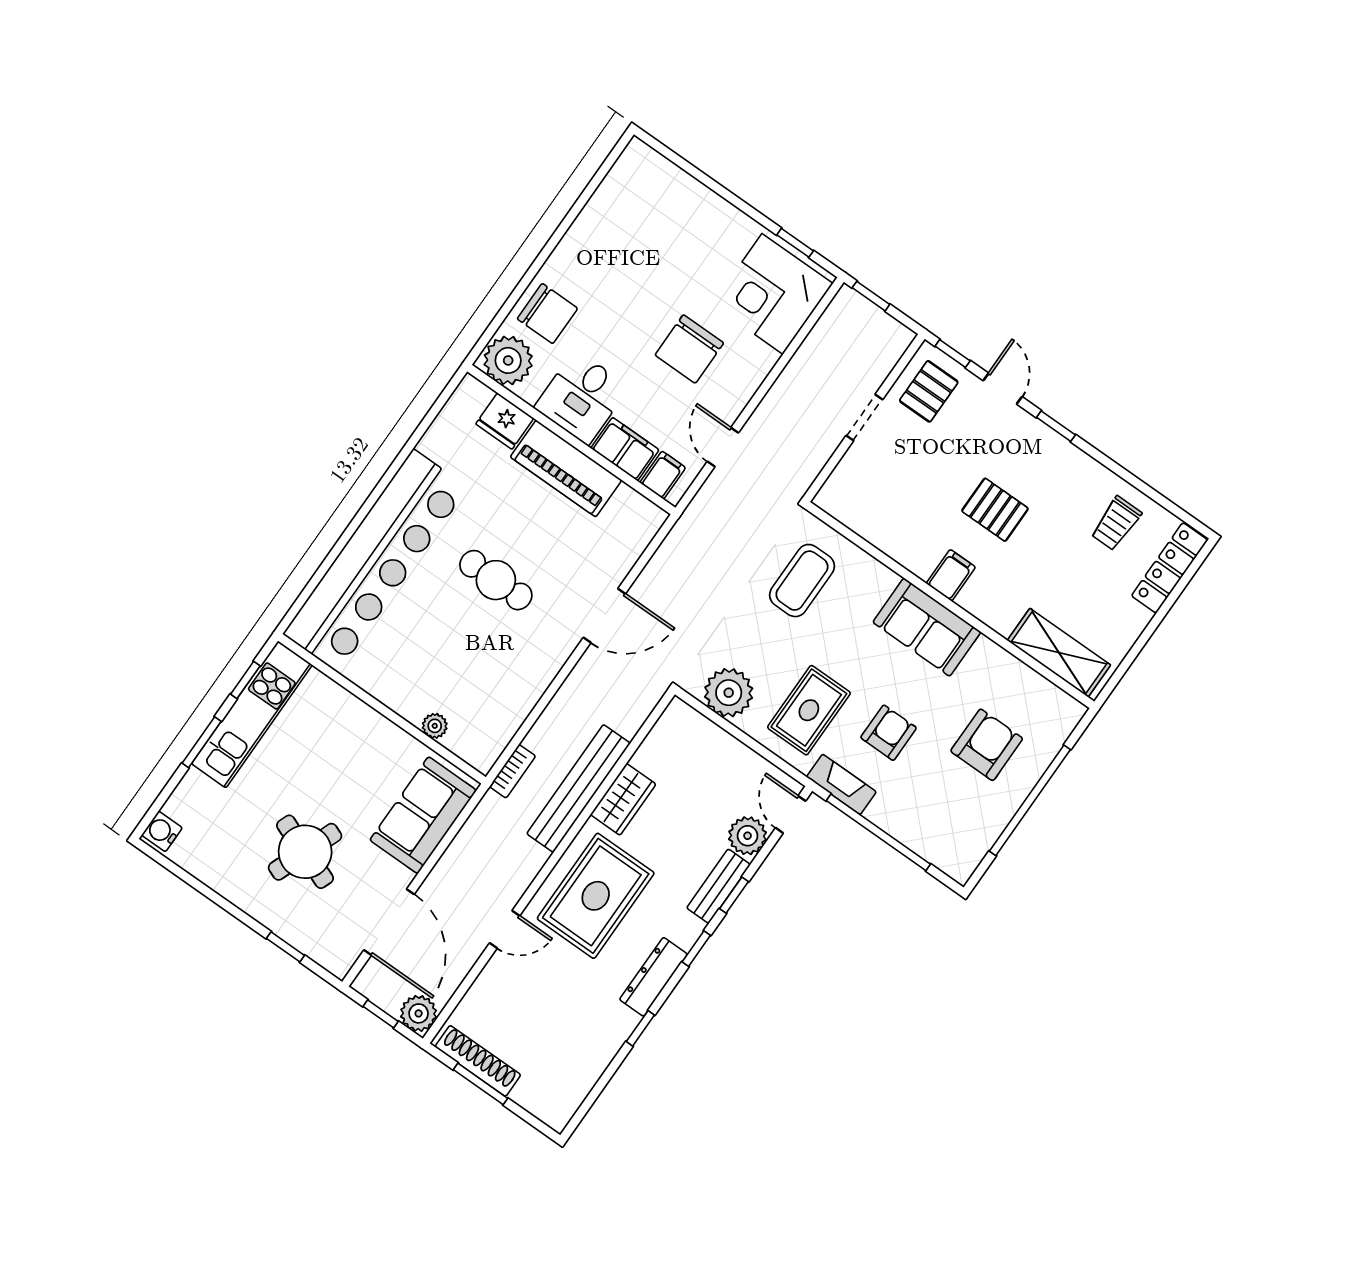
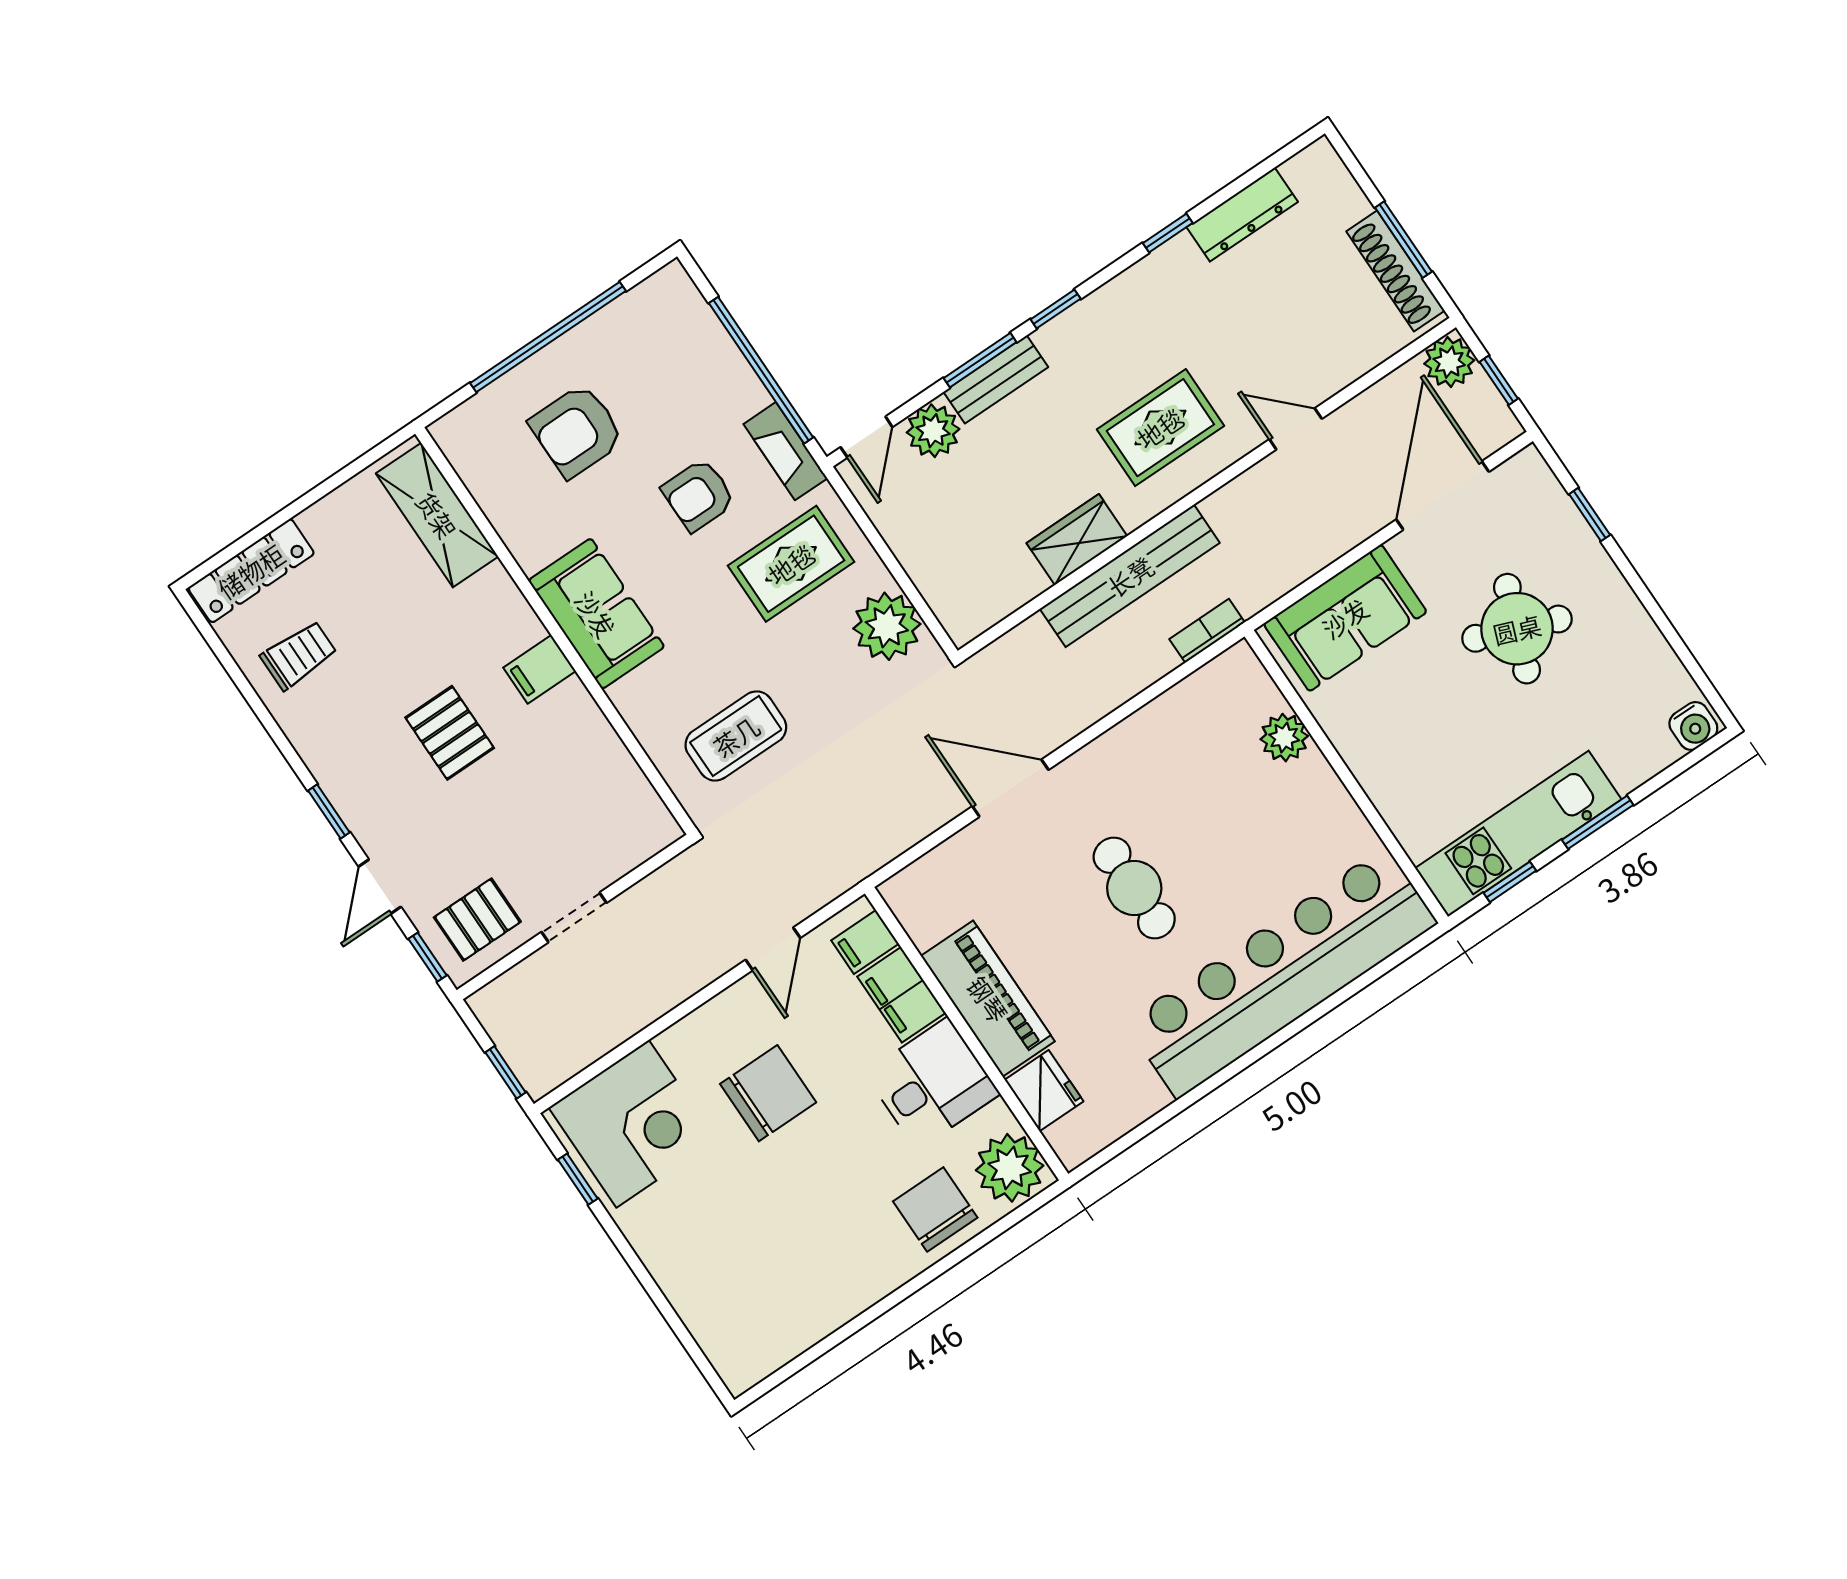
plant: (435, 726) -> (1284, 738), width x1.38, depth x1.38
window: (734, 895) -> (980, 360), width x1.50
rug: (596, 896) -> (1160, 428), width x0.73, depth x0.70
dresser: (653, 977) -> (1242, 214), moved

